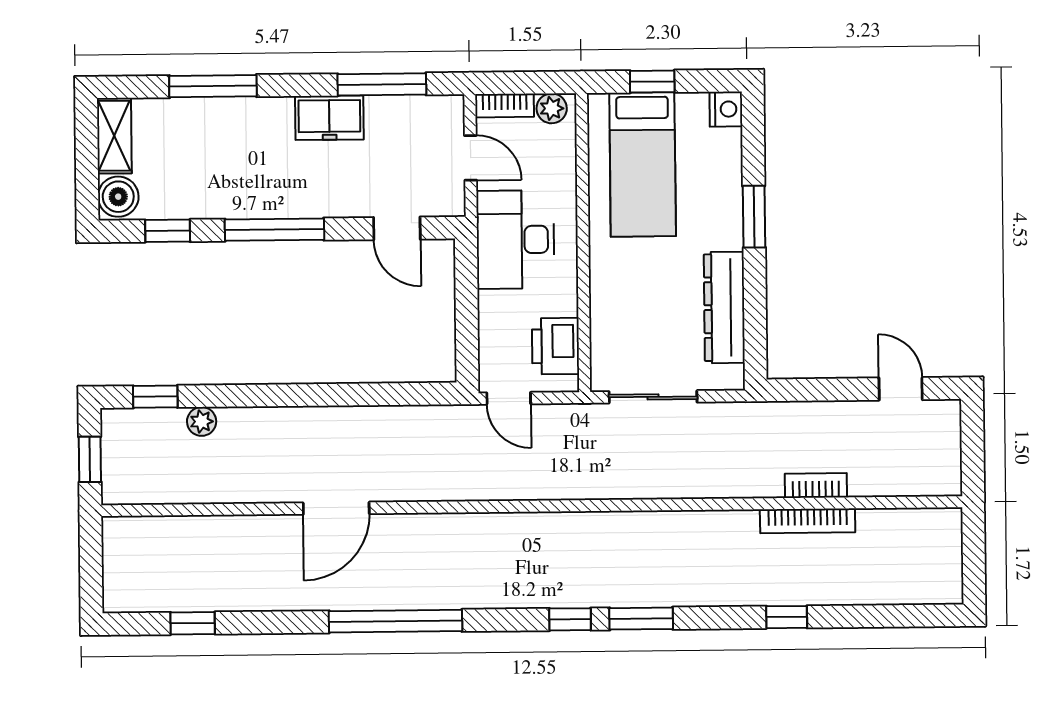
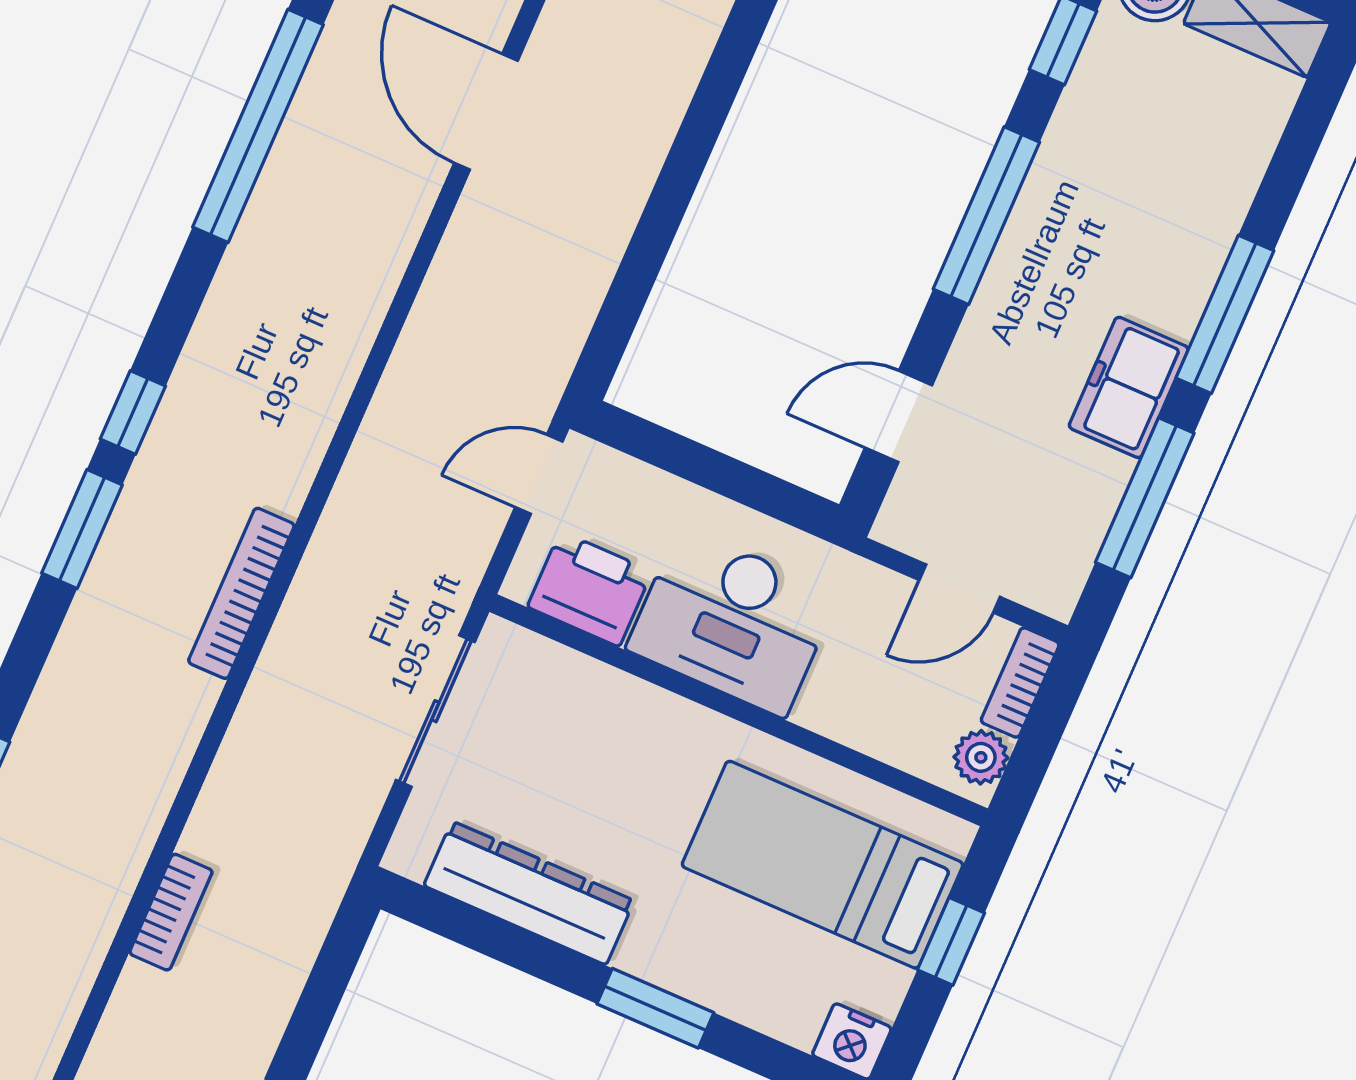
window: (213, 86) -> (1225, 314), moved
desk: (515, 240) -> (732, 621), moved, turned 180
bookcase: (808, 521) -> (241, 593), moved

